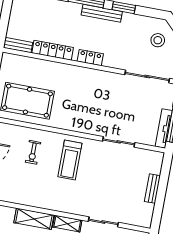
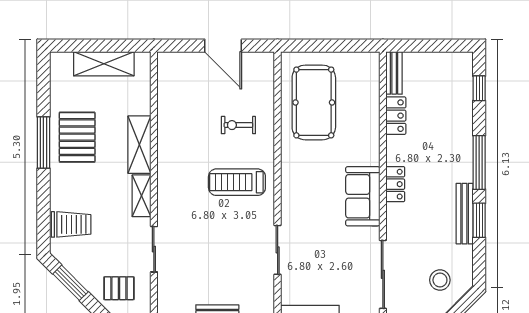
bench: (102, 13) -> (465, 214), moved
locker: (53, 50) -> (396, 116), width x0.66
sofa: (94, 80) -> (363, 196), added

